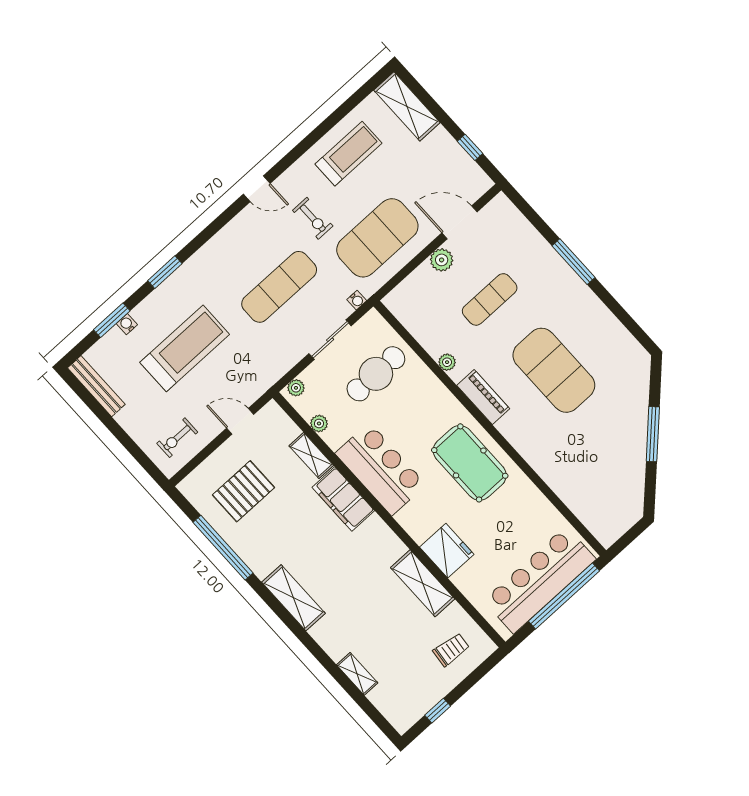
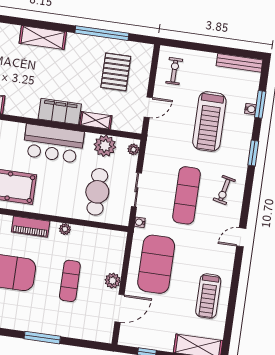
exercise bike: (313, 218) -> (224, 190), moved, turned -77
plant: (319, 423) -> (105, 146), width x1.87, depth x1.87

